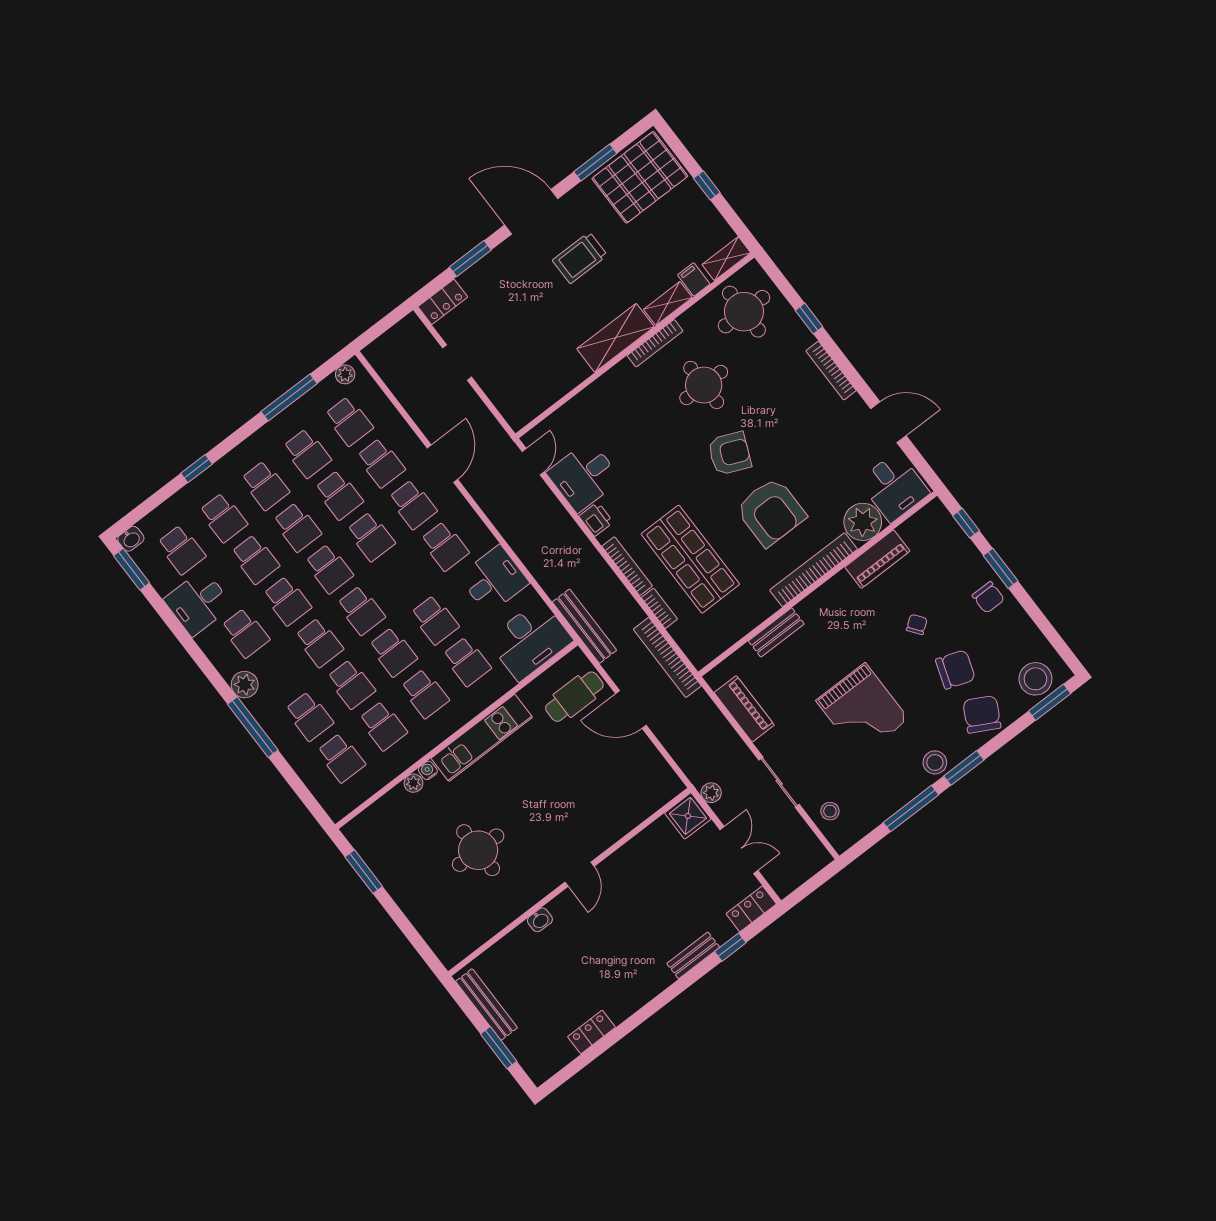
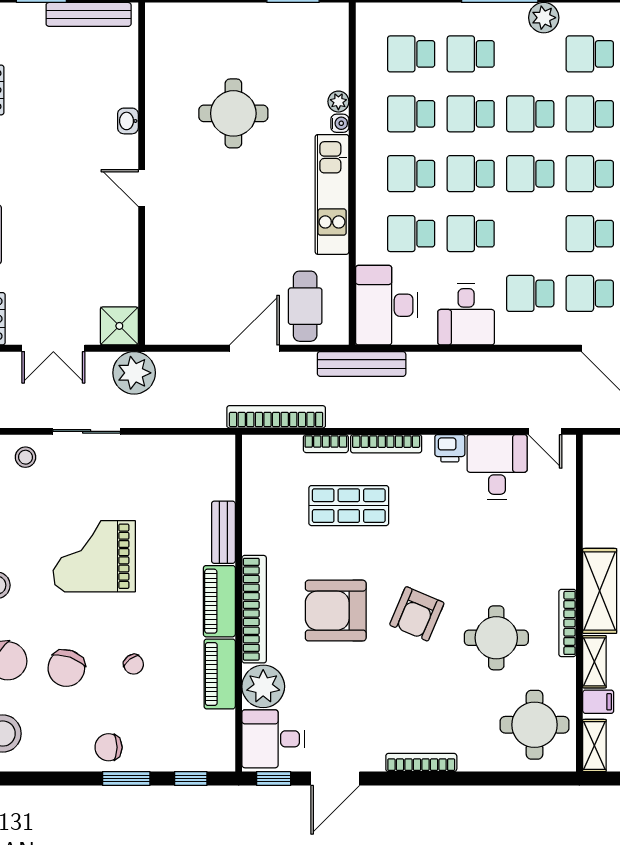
window: (809, 319) -> (274, 778), moved
shop shelf: (690, 559) -> (349, 506), width x0.70, depth x0.74
piano: (744, 709) -> (219, 601), moved, turned 90
plant: (711, 793) -> (134, 373), width x1.88, depth x1.88

